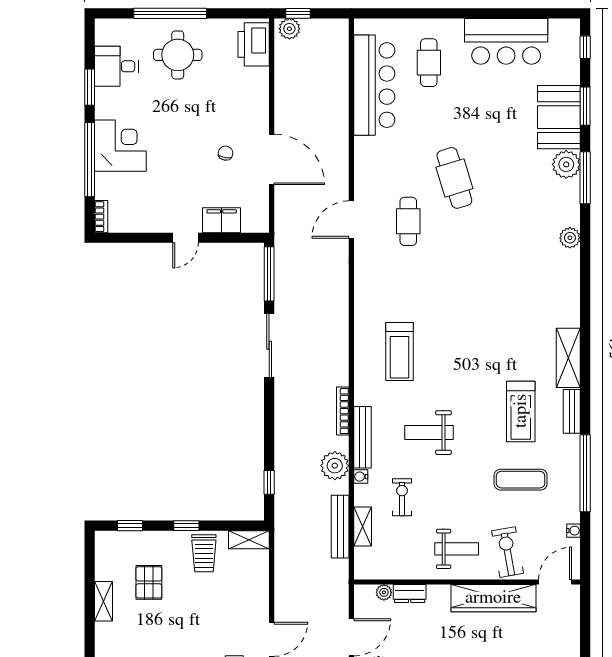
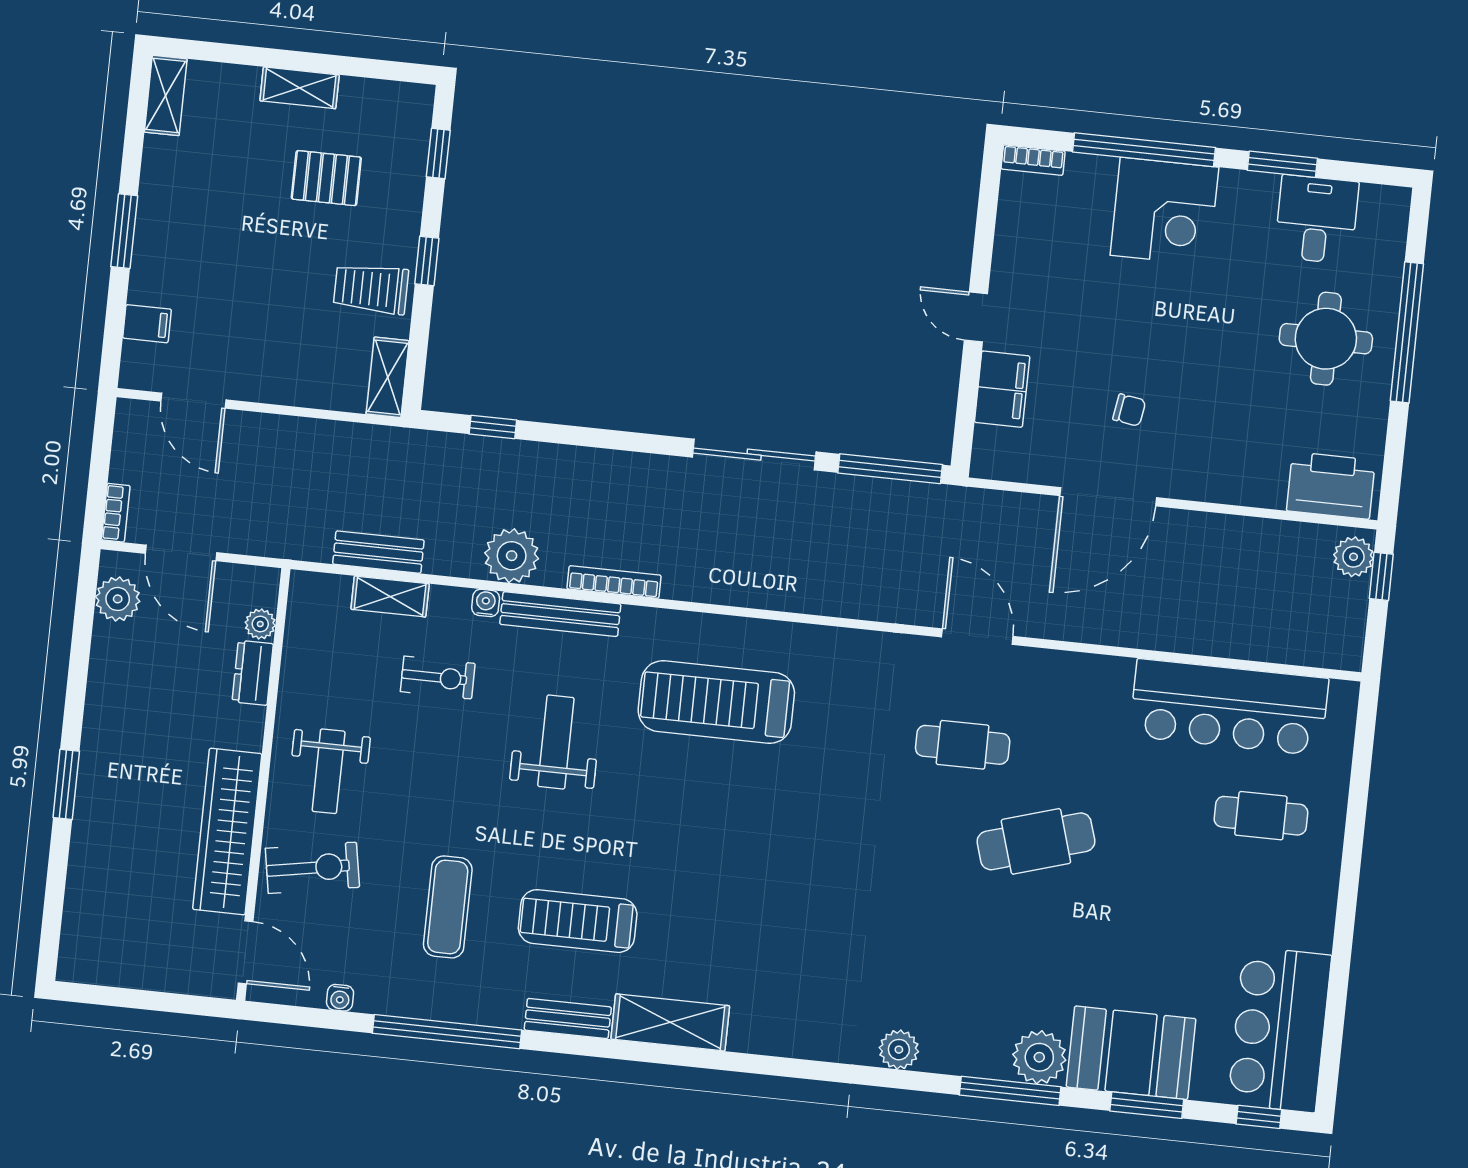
bar counter: (506, 41) -> (1280, 1030), moved
treadmill: (400, 351) -> (716, 702), width x1.37, depth x1.38
bench: (340, 527) -> (378, 552), width x0.73

